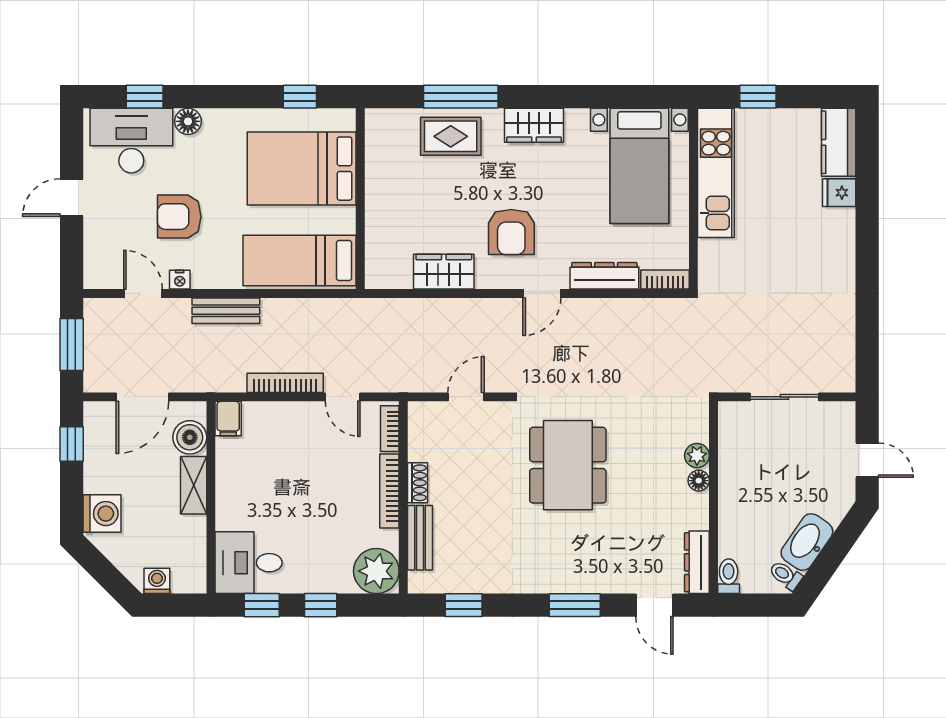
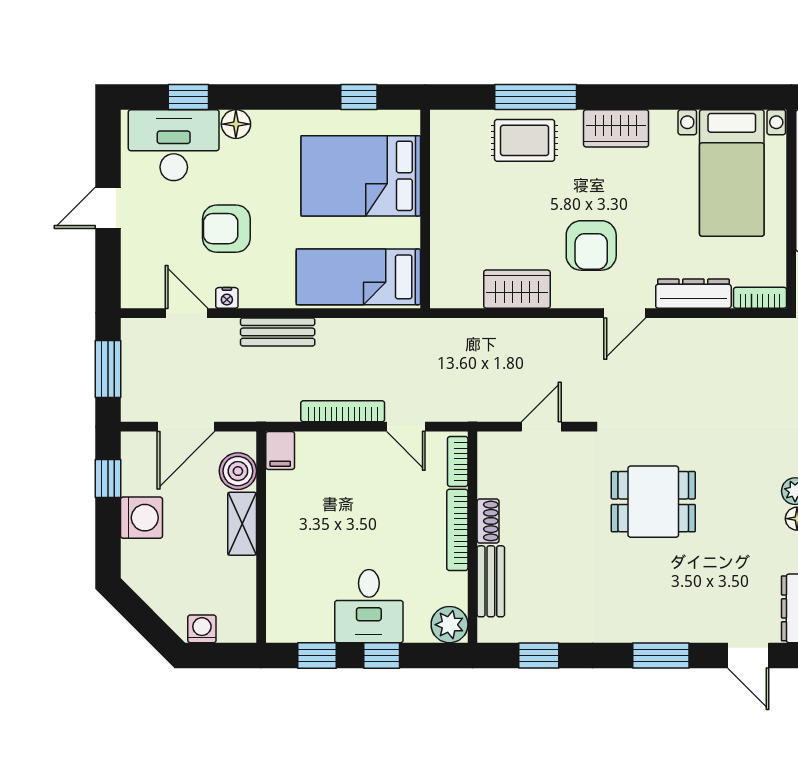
dining table: (568, 465) -> (653, 502), width x0.73
washing machine: (102, 514) -> (141, 518), moved
desk: (249, 563) -> (369, 606), moved, turned -90
plant: (376, 571) -> (450, 625), width x0.73, depth x0.73

